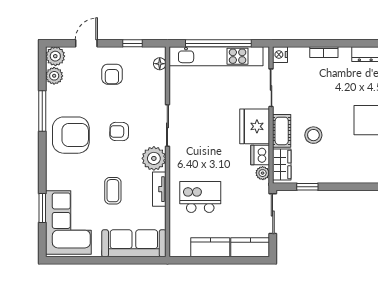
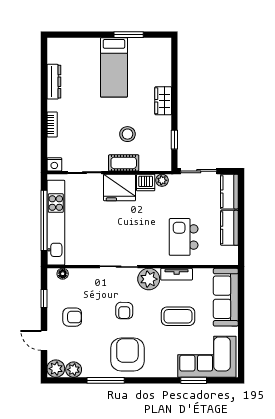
wardrobe: (282, 164) -> (163, 101), moved, turned -90
coffee table: (113, 191) -> (178, 316), width x1.36, depth x1.30

